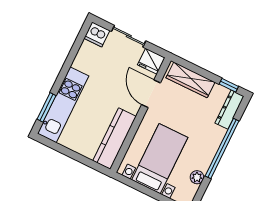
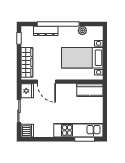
door: (151, 94) -> (46, 82), hinge flipped
dresser: (229, 110) -> (46, 31), moved
kitchen counter: (115, 139) -> (90, 90), width x0.67

